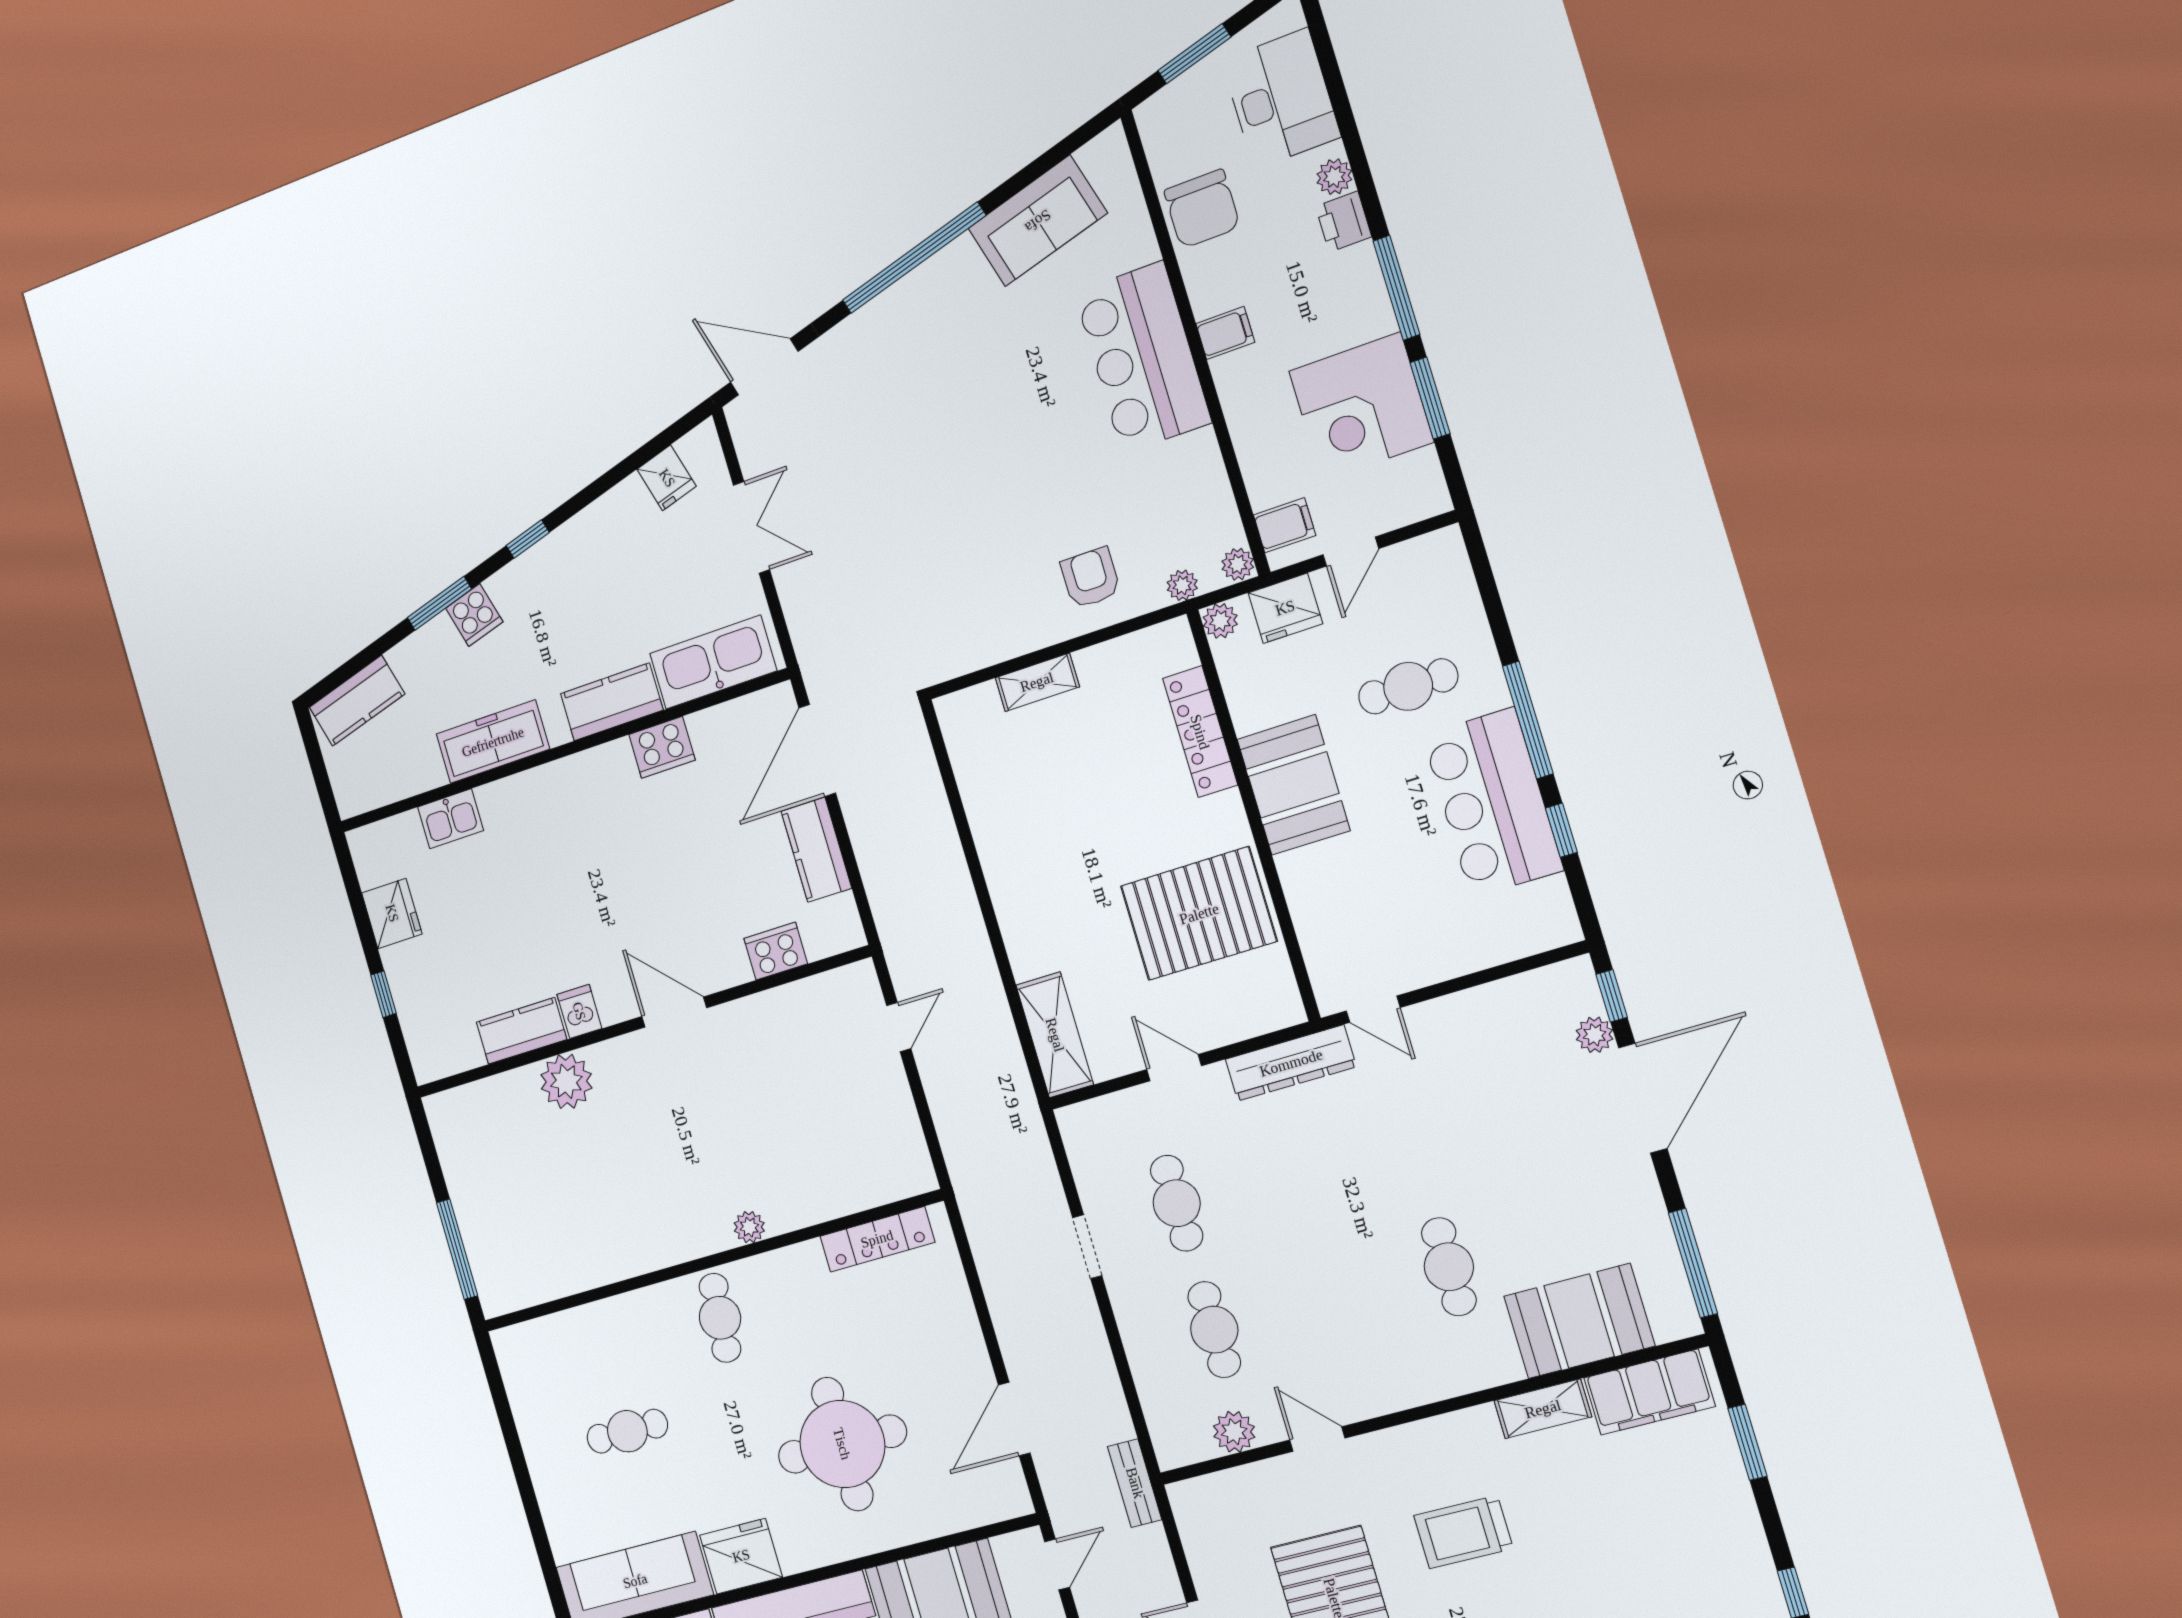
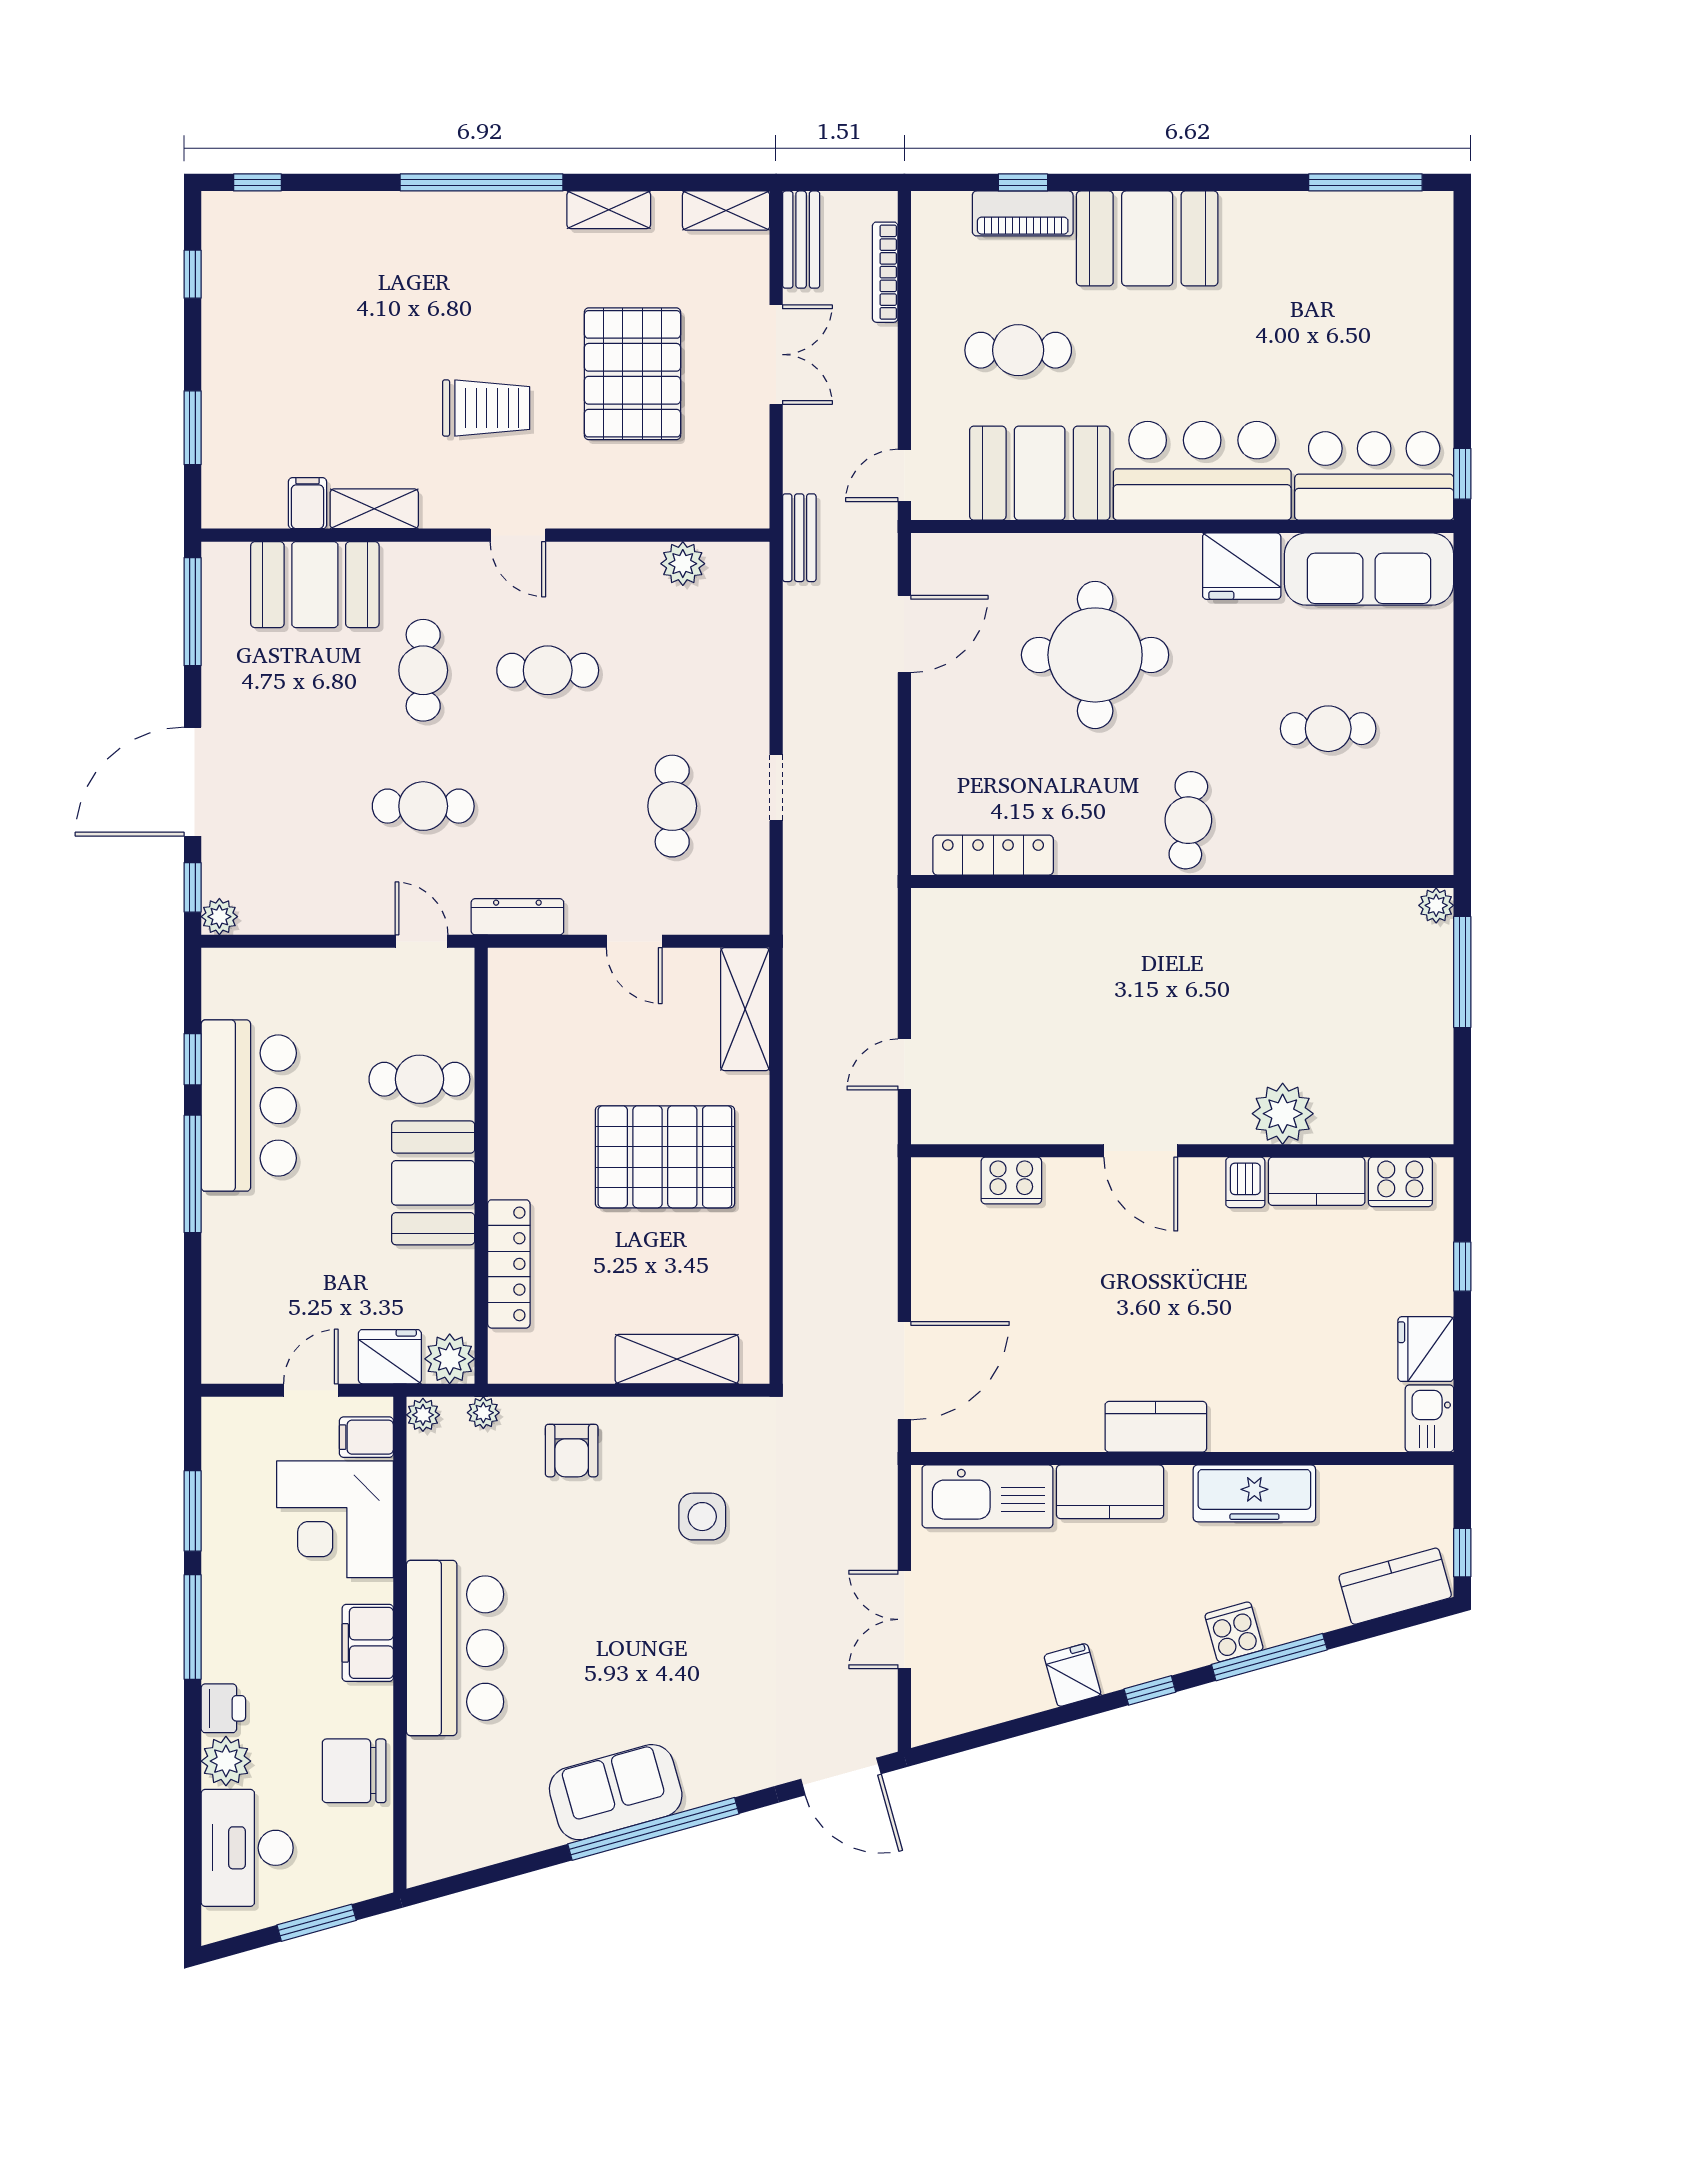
plant: (1334, 177) -> (226, 1761), width x1.38, depth x1.38
chair: (1202, 209) -> (354, 1771), turned -90
sofa: (1038, 221) -> (616, 1792), moved
filing cabinet: (1225, 333) -> (368, 1643), width x2.00
corner desk: (1361, 407) -> (335, 1519), moved, turned 180
fridge: (667, 478) -> (1073, 1675), moved
side table: (955, 558) -> (702, 1517), added
window: (439, 603) -> (1269, 1657), width x1.44
plant: (1220, 621) -> (450, 1359), width x1.38, depth x1.38
shelving: (1037, 682) -> (677, 1359), width x1.50, depth x1.33
cafe table: (1408, 686) -> (419, 1079), moved
cooker: (662, 747) -> (1400, 1182), moved, turned 180
window: (313, 748) -> (1462, 1553), added
kitchen sink: (451, 819) -> (1429, 1418), moved, turned -90
kitchen counter: (816, 850) -> (1156, 1427), moved, turned -90
pallet: (1199, 914) -> (665, 1157), moved
plant: (1595, 1035) -> (219, 917), moved
dresser: (1291, 1063) -> (517, 917), width x0.73, depth x0.80
cafe table: (1410, 1138) -> (423, 806), added
plant: (749, 1227) -> (1436, 905), moved
cafe table: (1214, 1330) -> (548, 670), moved, turned 90
filing cabinet: (1649, 1392) -> (307, 503), width x0.33, depth x0.86
door: (1317, 1439) -> (518, 535), moved

